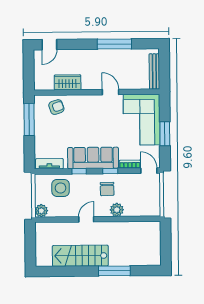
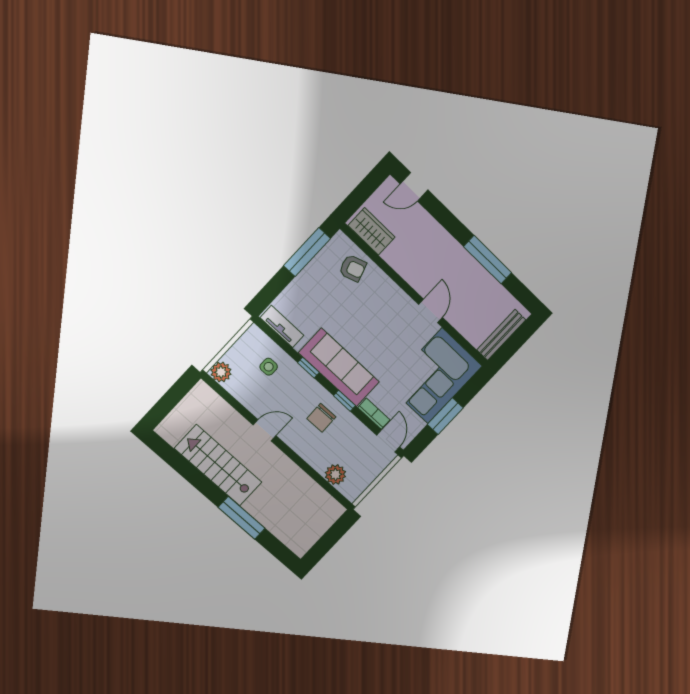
wardrobe: (68, 82) -> (372, 231), moved
side table: (61, 188) -> (269, 367), width x0.54, depth x0.54
plant: (117, 210) -> (335, 474), moved

